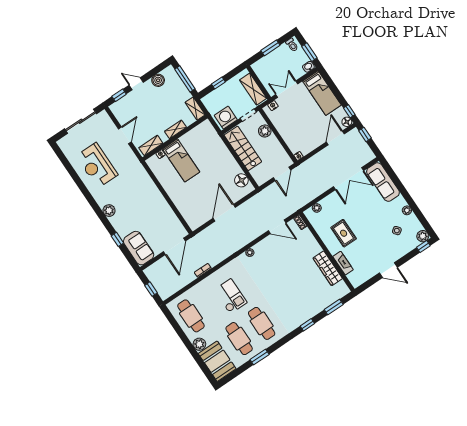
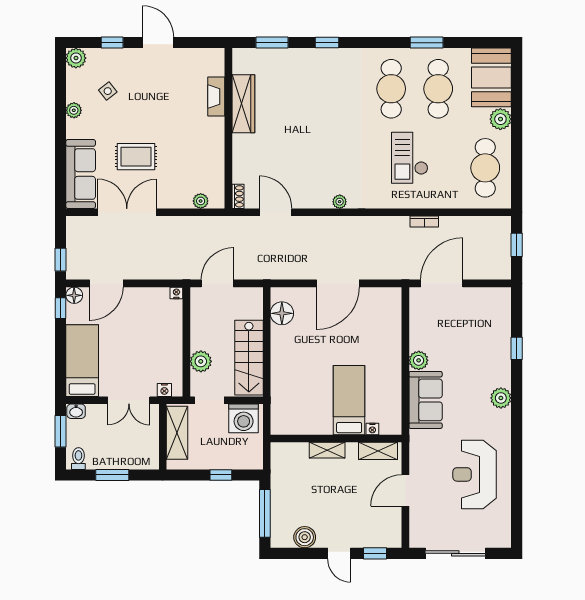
shelving: (195, 109) -> (279, 461), removed
reception desk: (97, 165) -> (475, 474), turned 180
plant: (161, 202) -> (419, 360), added
rug: (344, 233) -> (136, 157), moved, turned 90
window: (423, 247) -> (112, 43), moved
sofa: (139, 248) -> (426, 400), moved, turned 180

